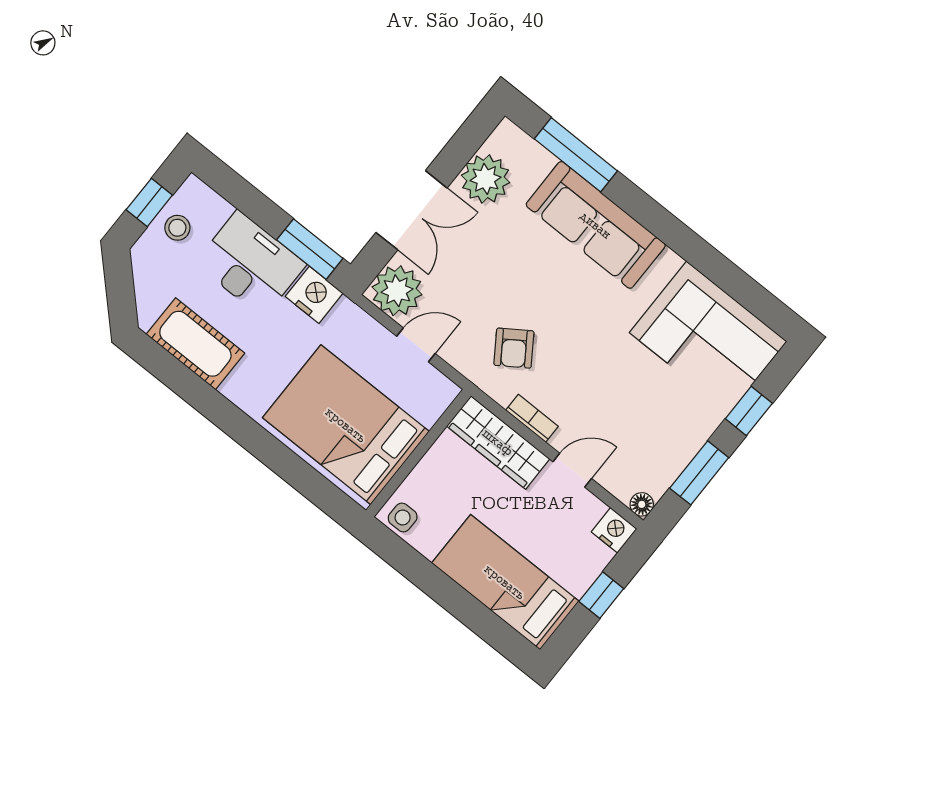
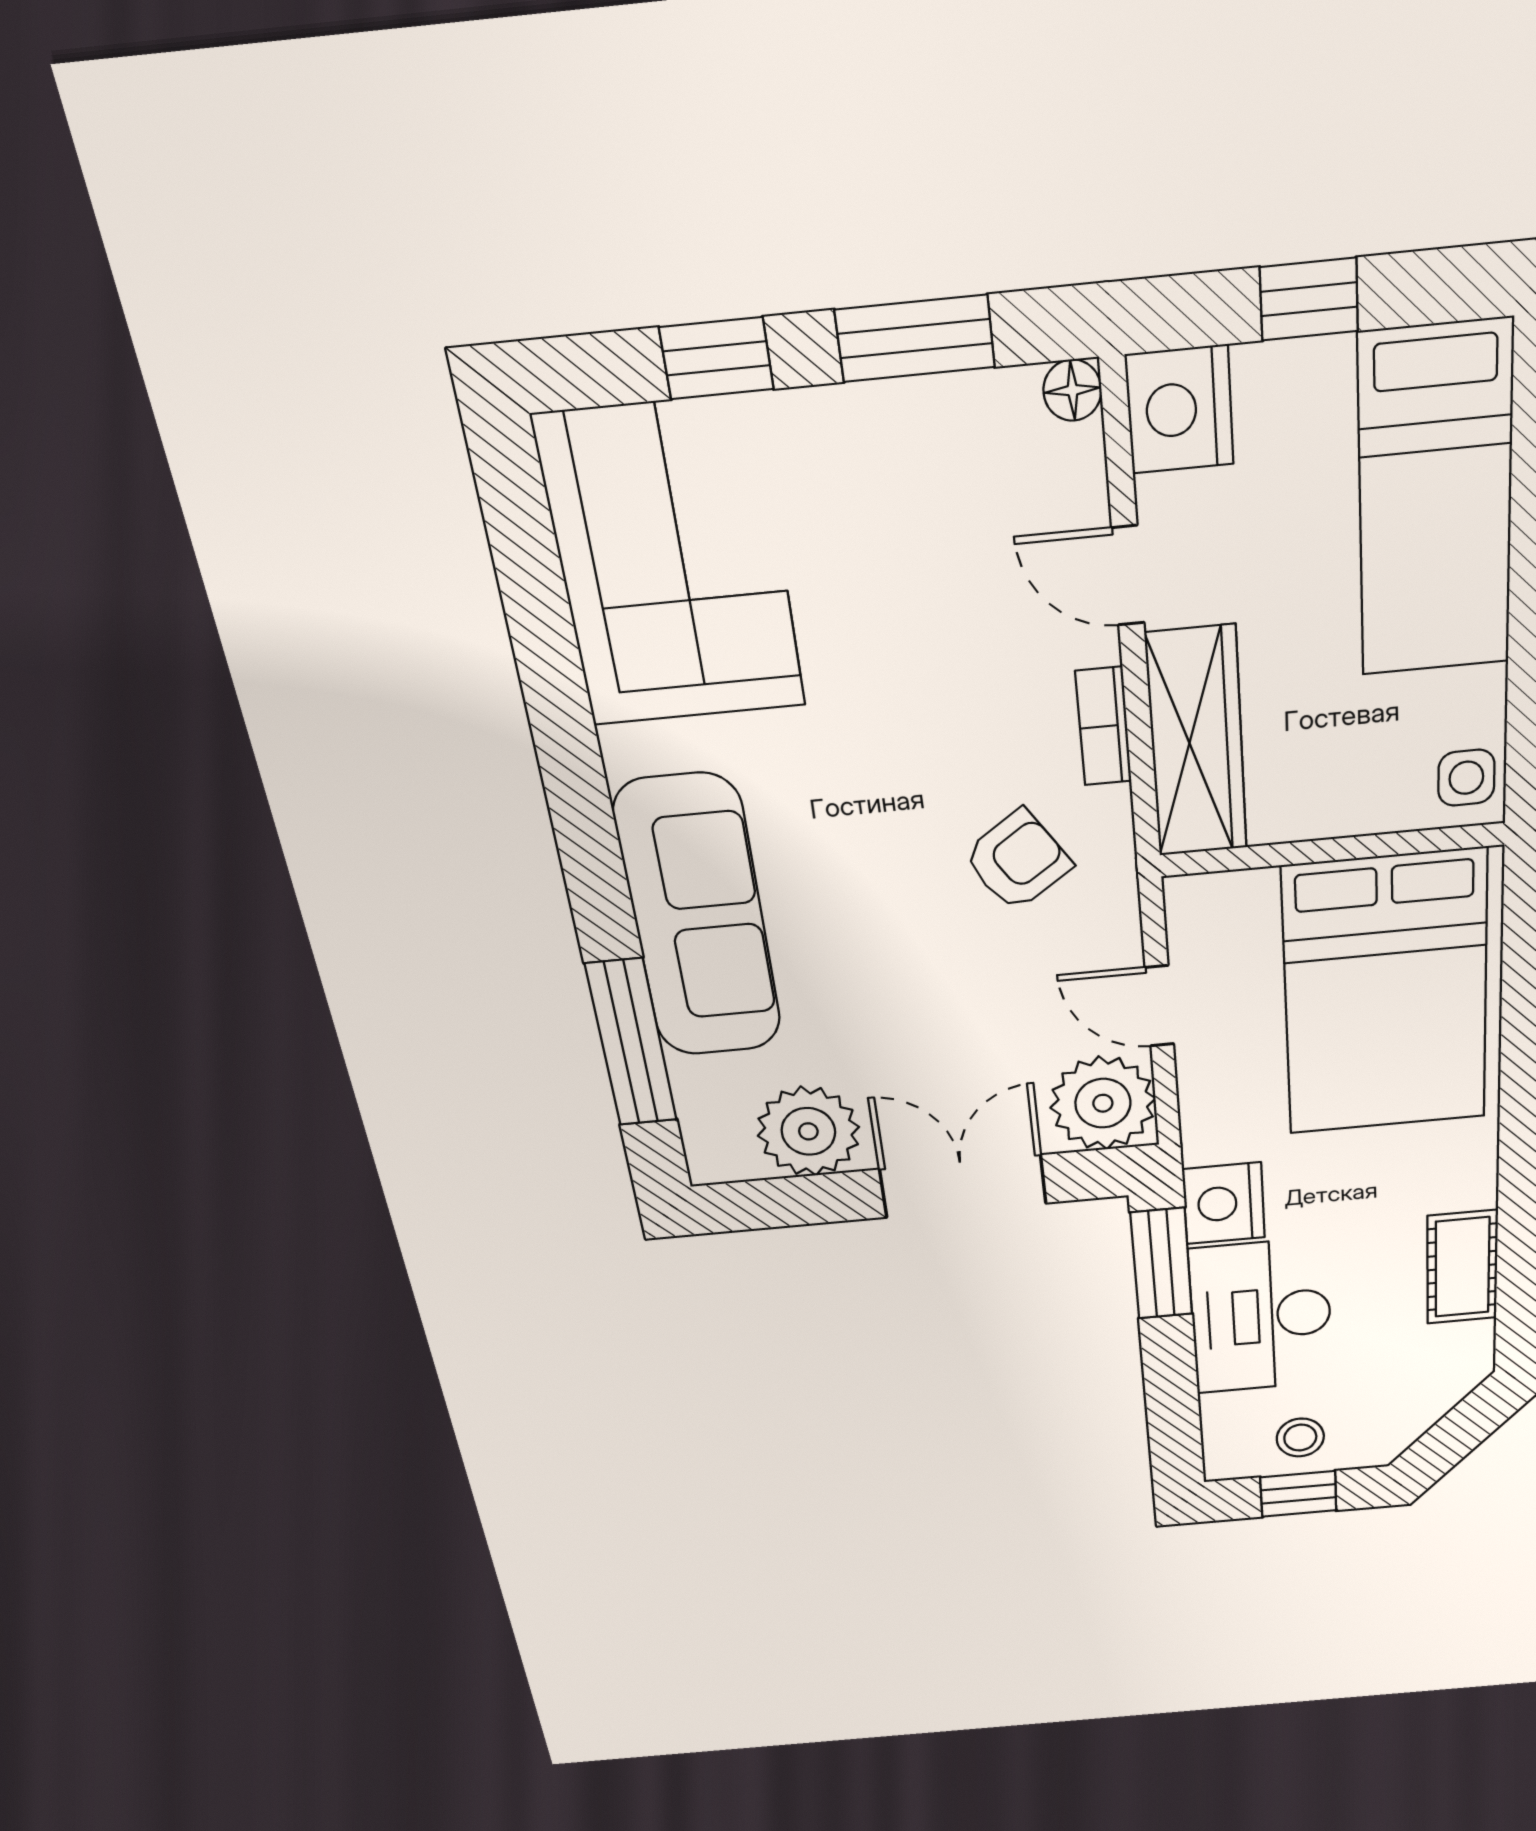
cot: (195, 344) -> (1462, 1267), width x0.73, depth x0.75
nightstand: (614, 530) -> (1180, 410), width x1.36, depth x1.33

